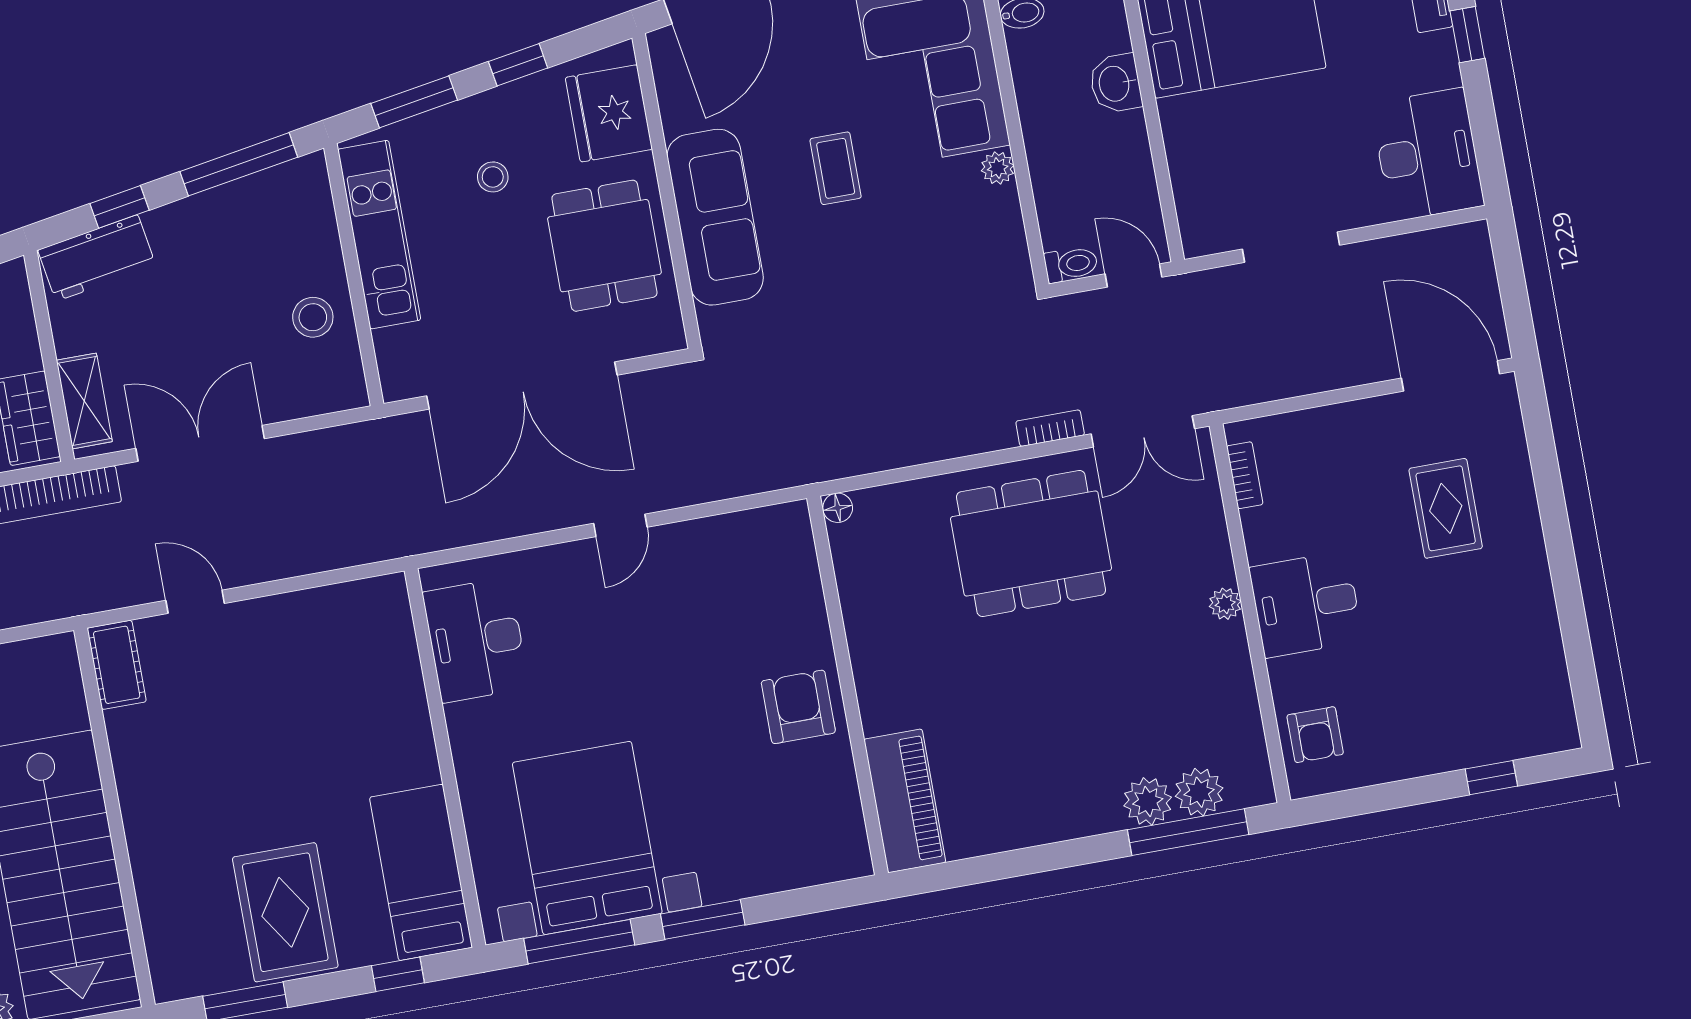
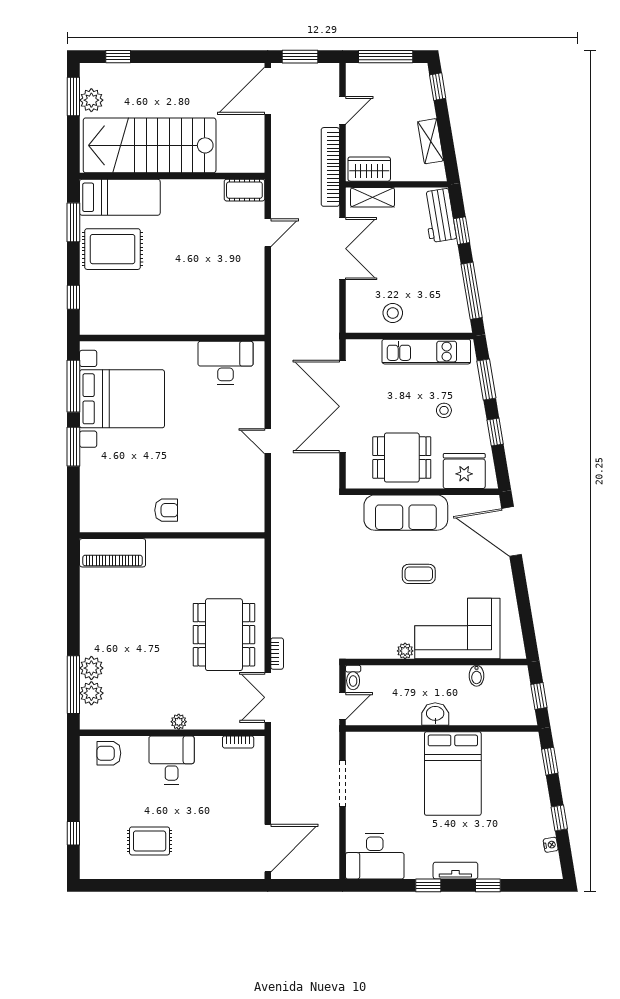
floor lamp: (838, 508) -> (257, 546), removed
rug: (1446, 508) -> (150, 841), moved
armchair: (798, 707) -> (166, 510), width x0.72, depth x0.72
bed: (421, 872) -> (120, 197), moved

